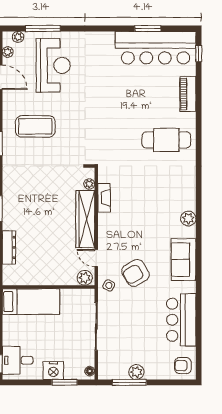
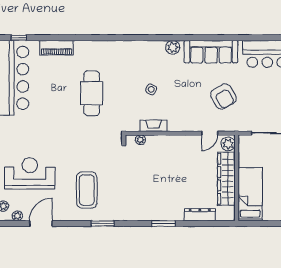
cafe table: (166, 140) -> (92, 93), moved
wardrobe: (85, 219) -> (226, 179), moved, turned 90
sofa: (184, 260) -> (211, 52), width x1.36
side table: (109, 285) -> (151, 89), moved

